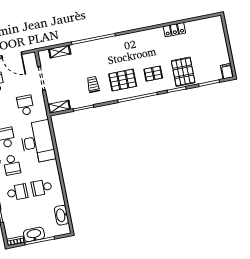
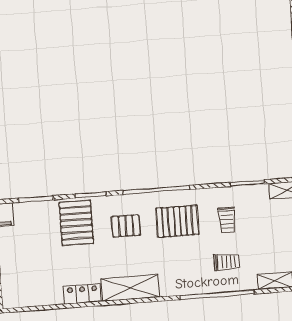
shelving: (146, 37) -> (130, 288), added
trolley: (90, 59) -> (227, 262), added

